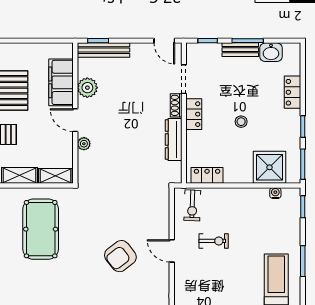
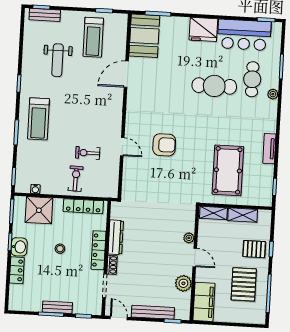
bench: (103, 50) -> (153, 312), moved
washbasin: (271, 52) -> (19, 247), moved, turned 90
filing cabinet: (61, 82) -> (204, 302), moved
locker: (194, 114) -> (98, 250), width x1.53
locker: (207, 175) -> (83, 206), width x1.53
exercise bike: (192, 205) -> (76, 179), moved
armchair: (120, 256) -> (164, 145), turned 38

